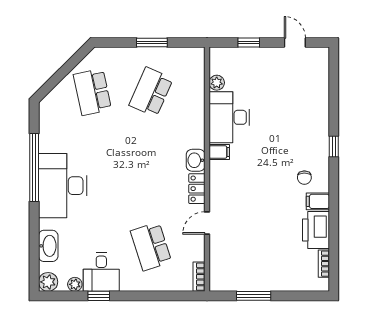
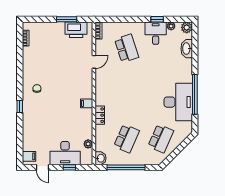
window: (152, 42) -> (126, 167), width x2.11
school desk: (92, 92) -> (161, 138), turned 36
desk: (229, 117) -> (65, 153), moved, turned 90
washbasin: (196, 160) -> (101, 158), moved
desk: (63, 186) -> (178, 102), moved
locker: (197, 189) -> (100, 115), moved
filing cabinet: (318, 201) -> (29, 156), moved
printer: (316, 230) -> (76, 30), moved, turned 90

